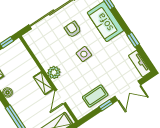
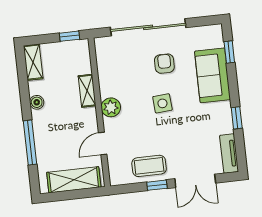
shelving: (43, 83) -> (87, 91), moved

